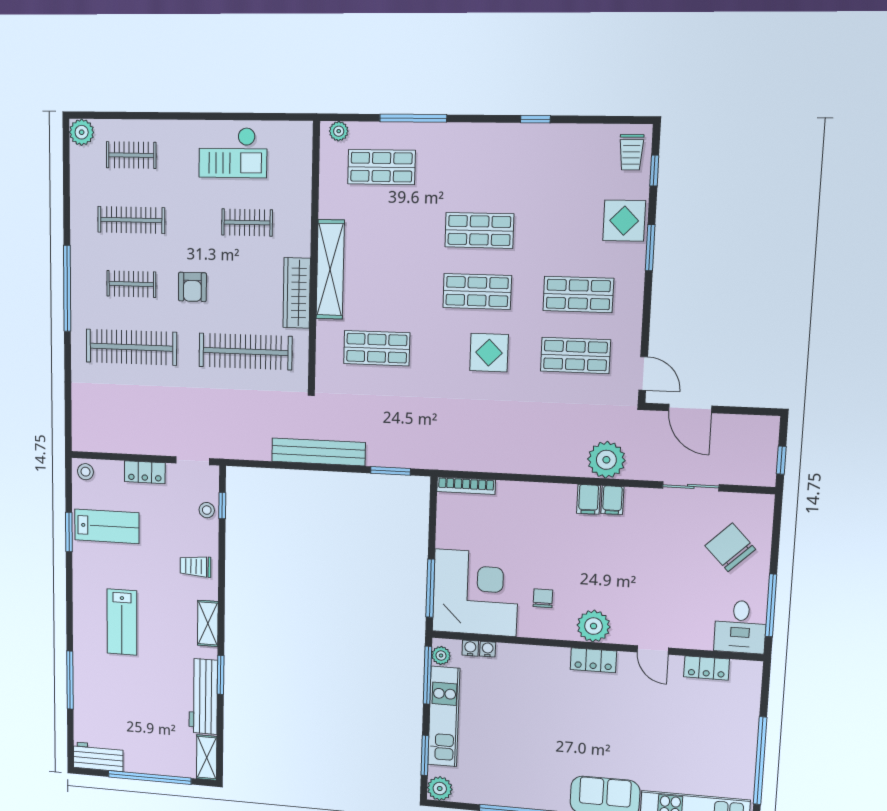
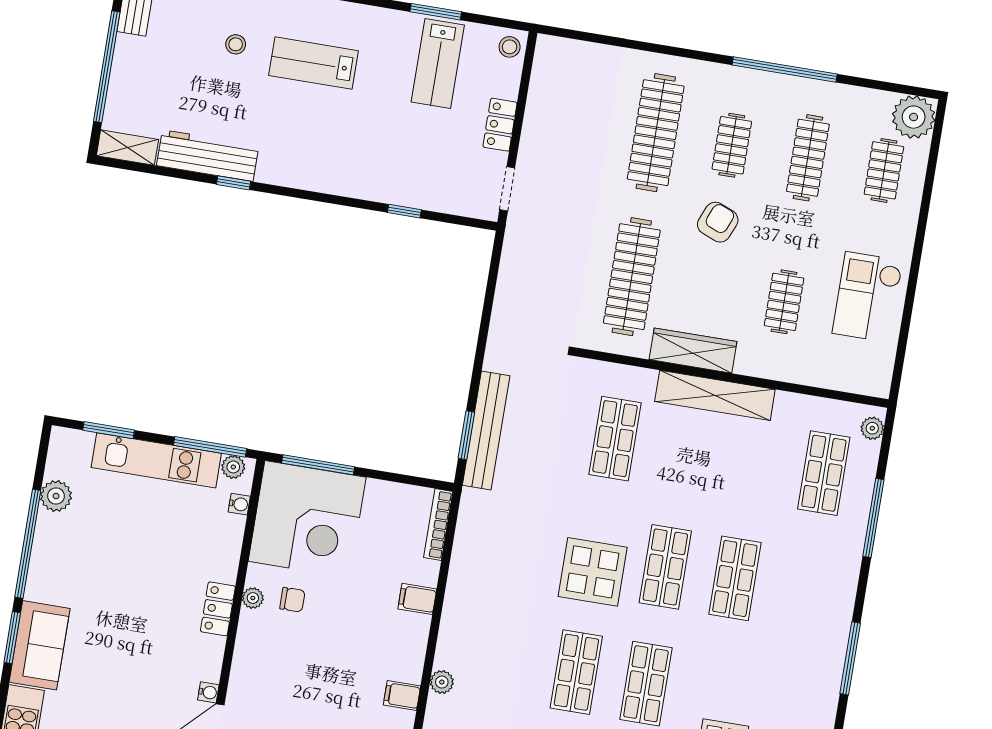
window: (535, 119) -> (850, 658), width x2.17
plant: (82, 132) -> (914, 117), width x1.36, depth x1.36
armchair: (192, 287) -> (718, 222), turned 112
window: (67, 288) -> (785, 69), moved
display table: (489, 353) -> (593, 572), width x1.36, depth x1.36
bench: (318, 452) -> (486, 430), moved
plant: (606, 460) -> (442, 682), width x0.53, depth x0.53
filing cabinet: (589, 499) -> (417, 599), moved
window: (222, 506) -> (404, 211), moved
stool: (207, 510) -> (236, 44), moved
trolley: (196, 566) -> (375, 172), removed
shelving: (208, 623) -> (301, 176), removed
plant: (594, 626) -> (253, 598), moved, width x0.53, depth x0.53
water cooler: (488, 649) -> (208, 692), moved
locker: (593, 660) -> (218, 609), moved
window: (221, 675) -> (234, 183), width x0.67
plant: (440, 789) -> (56, 496), moved

